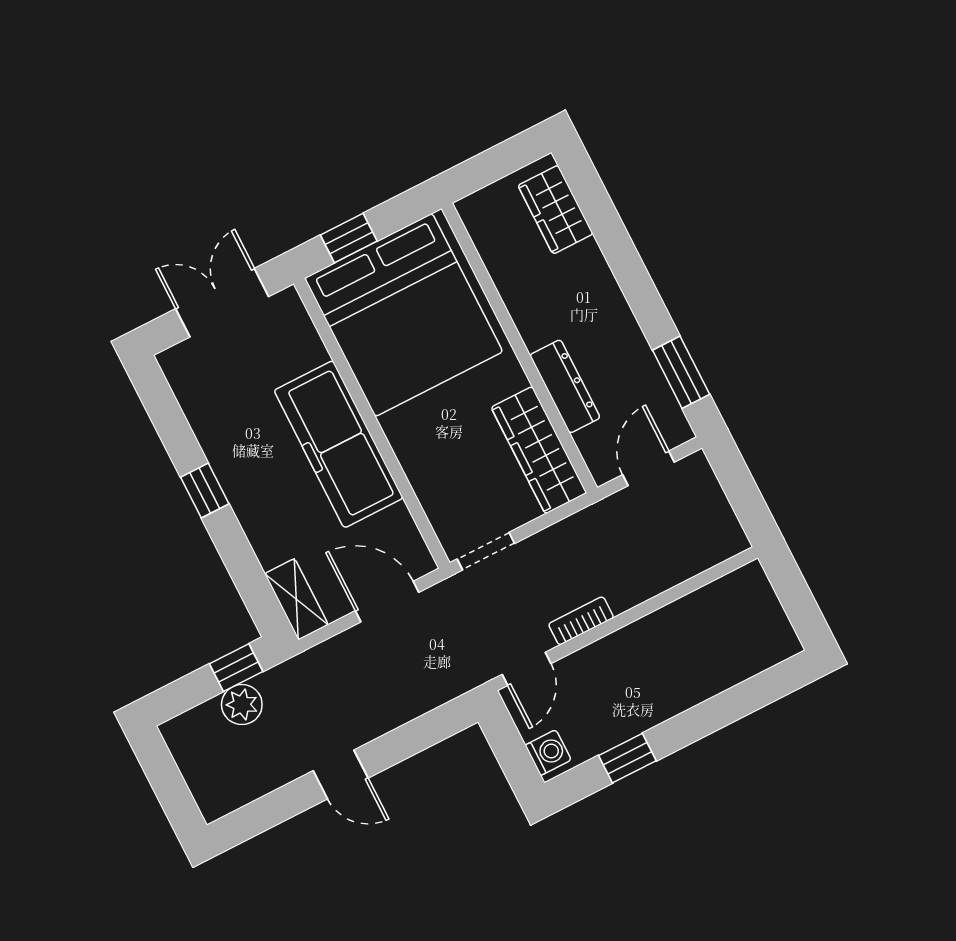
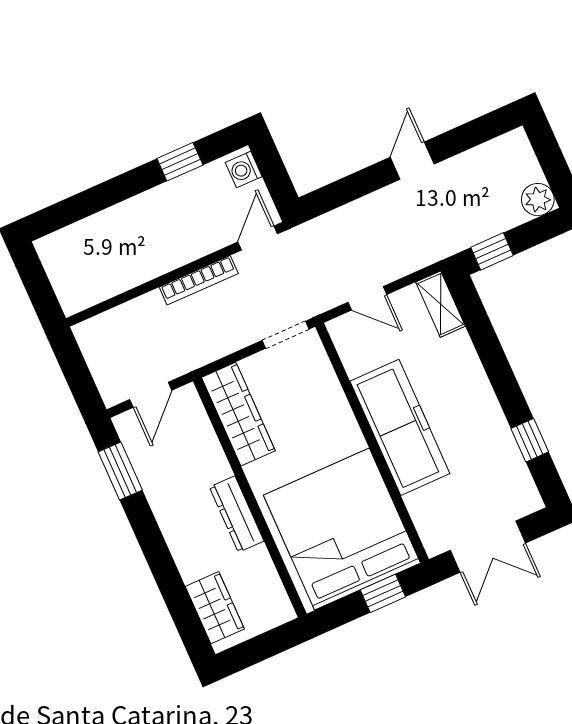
dresser: (565, 386) -> (237, 514), moved
window: (205, 491) -> (530, 440), moved
door: (387, 602) -> (367, 298), width x0.73
bookcase: (581, 621) -> (199, 280), width x1.56
plant: (242, 705) -> (538, 200), moved
door: (341, 774) -> (412, 161), hinge flipped

